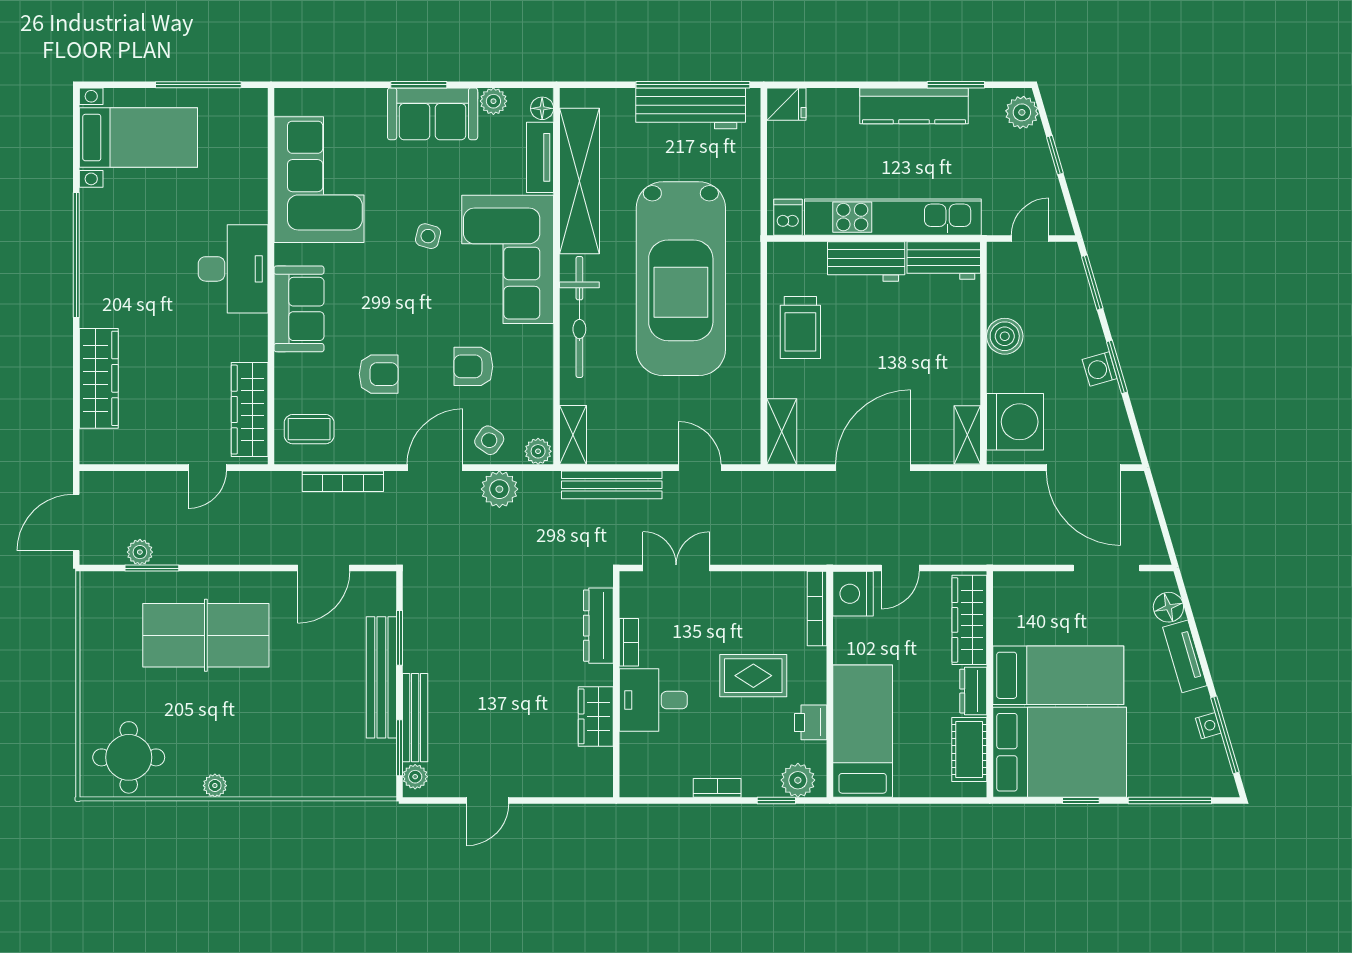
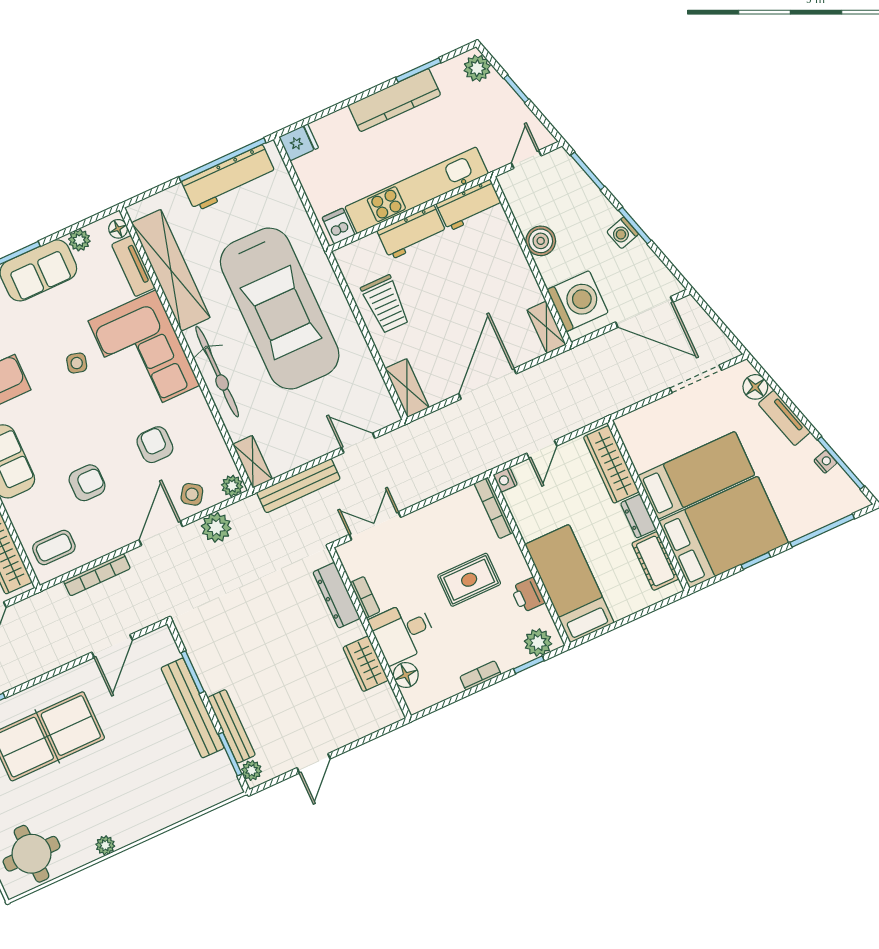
armchair: (473, 366) -> (155, 445), turned 90
nightstand: (853, 594) -> (505, 480), width x0.53, depth x0.56
floor lamp: (635, 749) -> (406, 675), added

